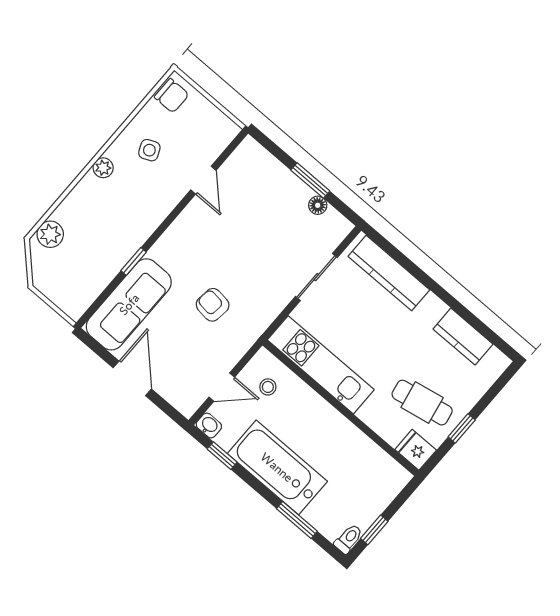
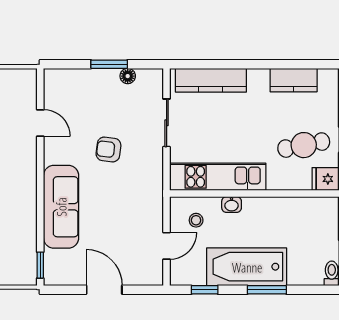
window: (134, 261) -> (40, 265), moved
sofa: (129, 304) -> (61, 207), moved
armchair: (213, 305) -> (108, 149), moved
washbasin: (209, 425) -> (232, 204), moved, turned 180
window: (297, 520) -> (267, 290), moved

